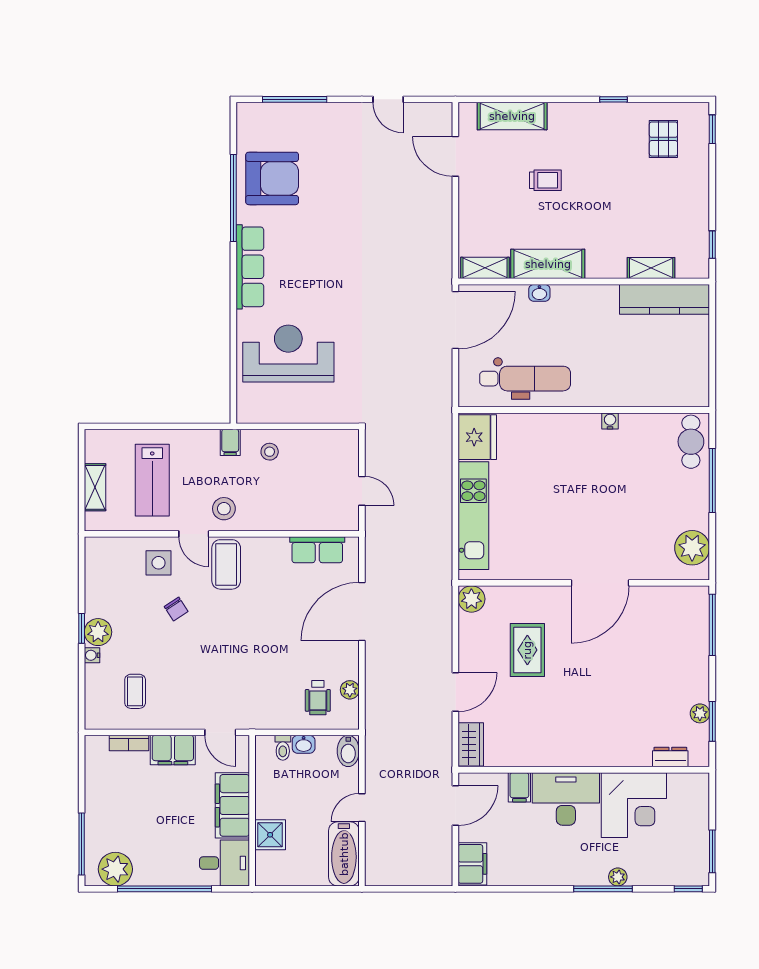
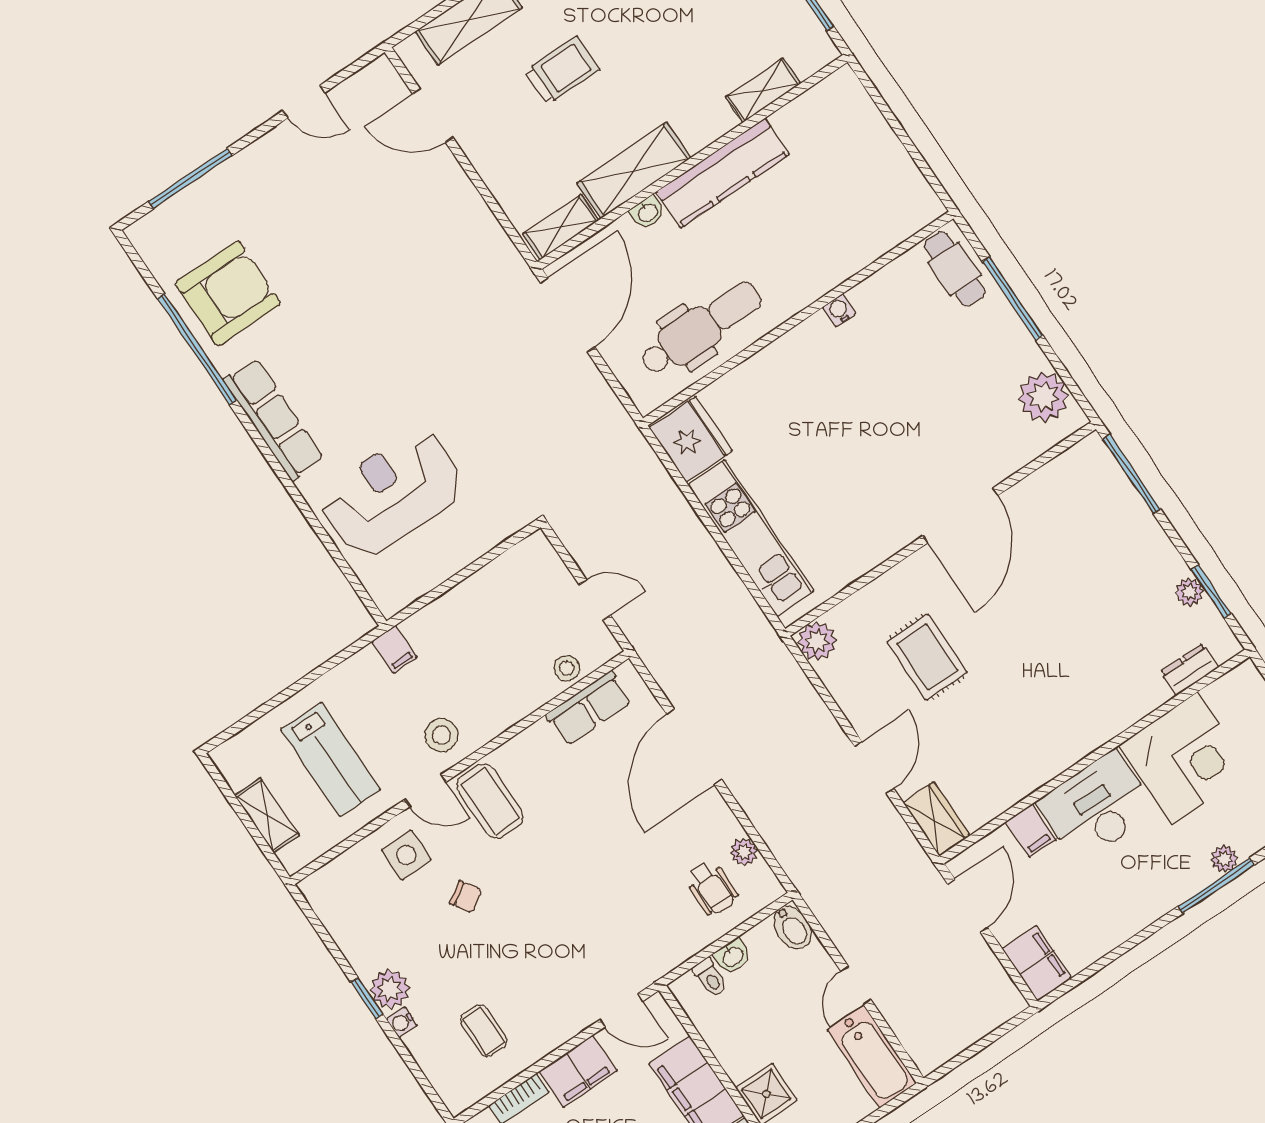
trolley: (545, 180) -> (562, 70), width x1.36, depth x1.39
kitchen counter: (665, 299) -> (723, 173), moved
stool: (270, 452) -> (567, 668), moved

